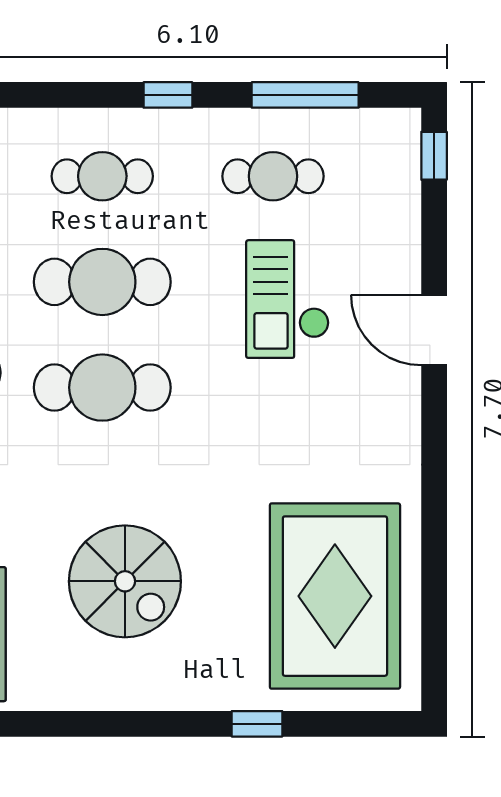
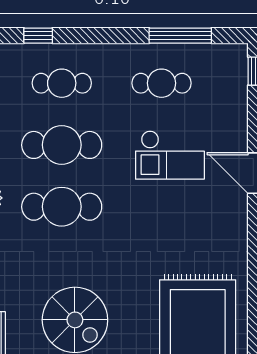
window: (168, 95) -> (38, 36), moved
checkout: (288, 299) -> (170, 155), turned -90

